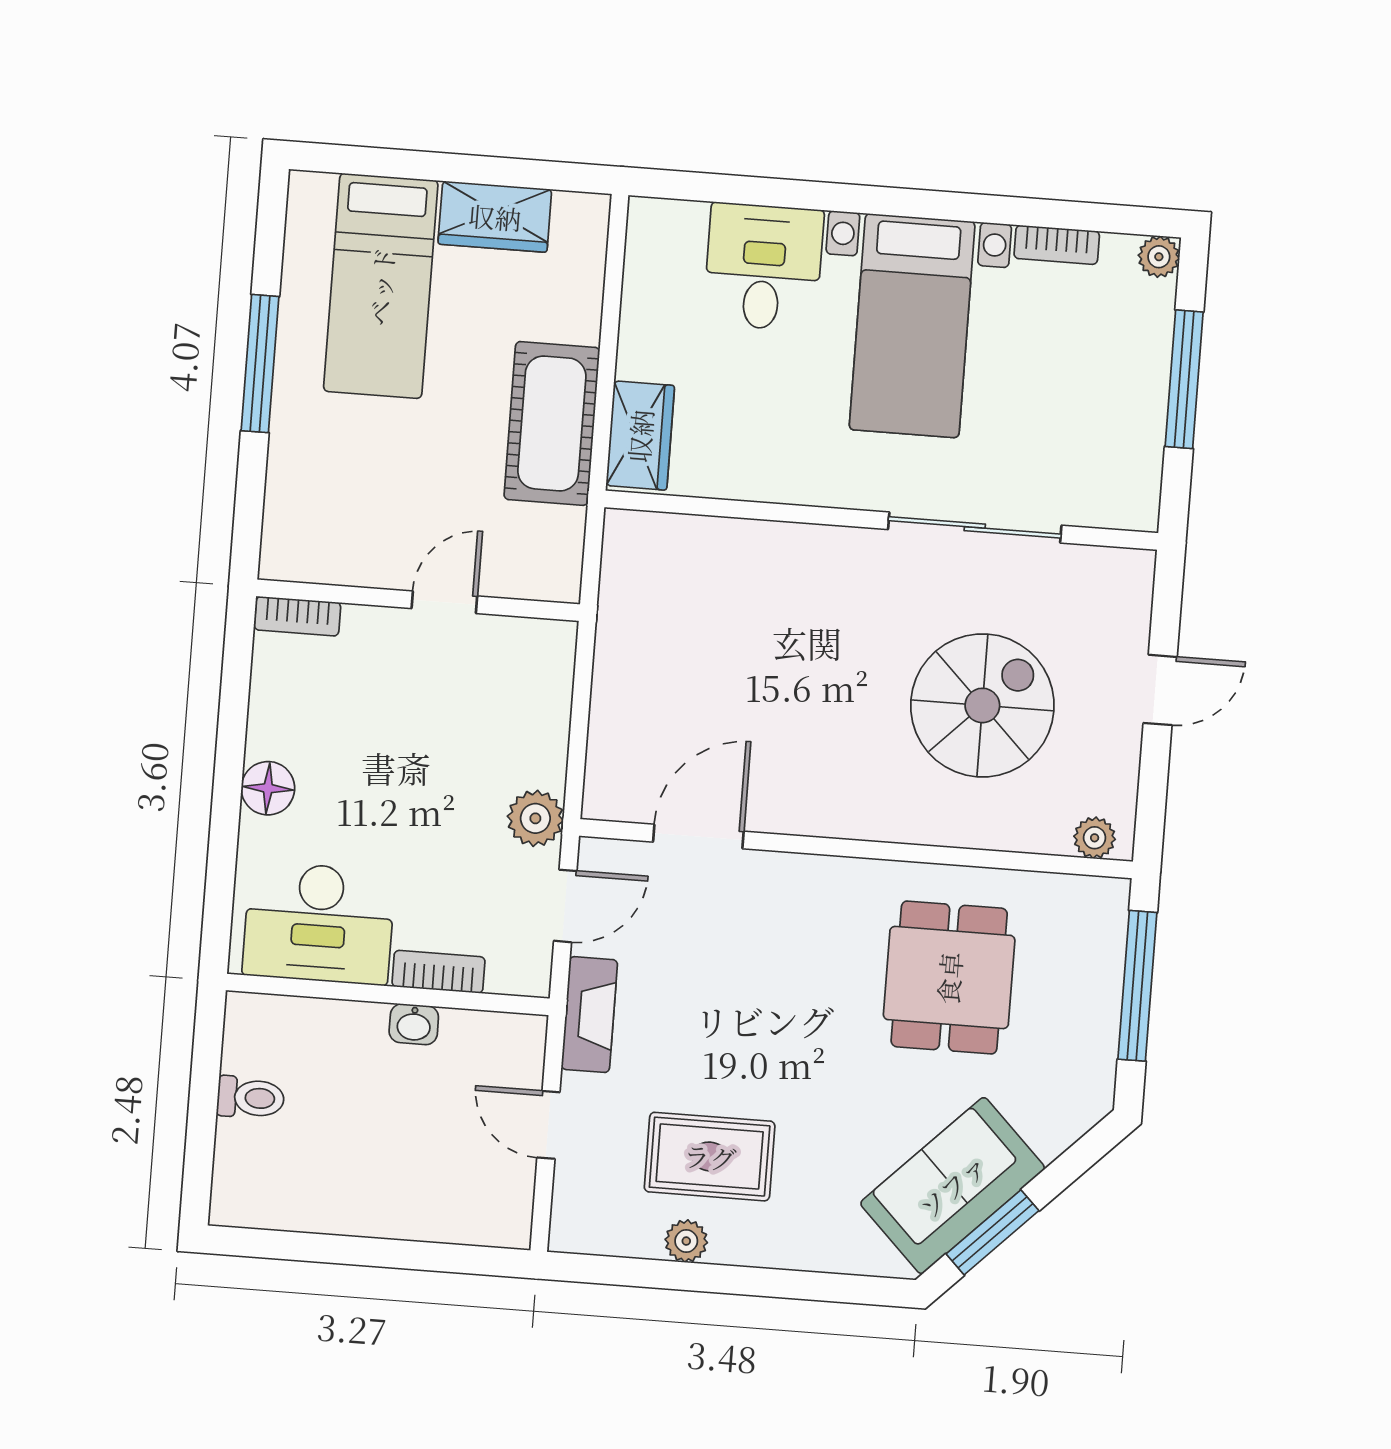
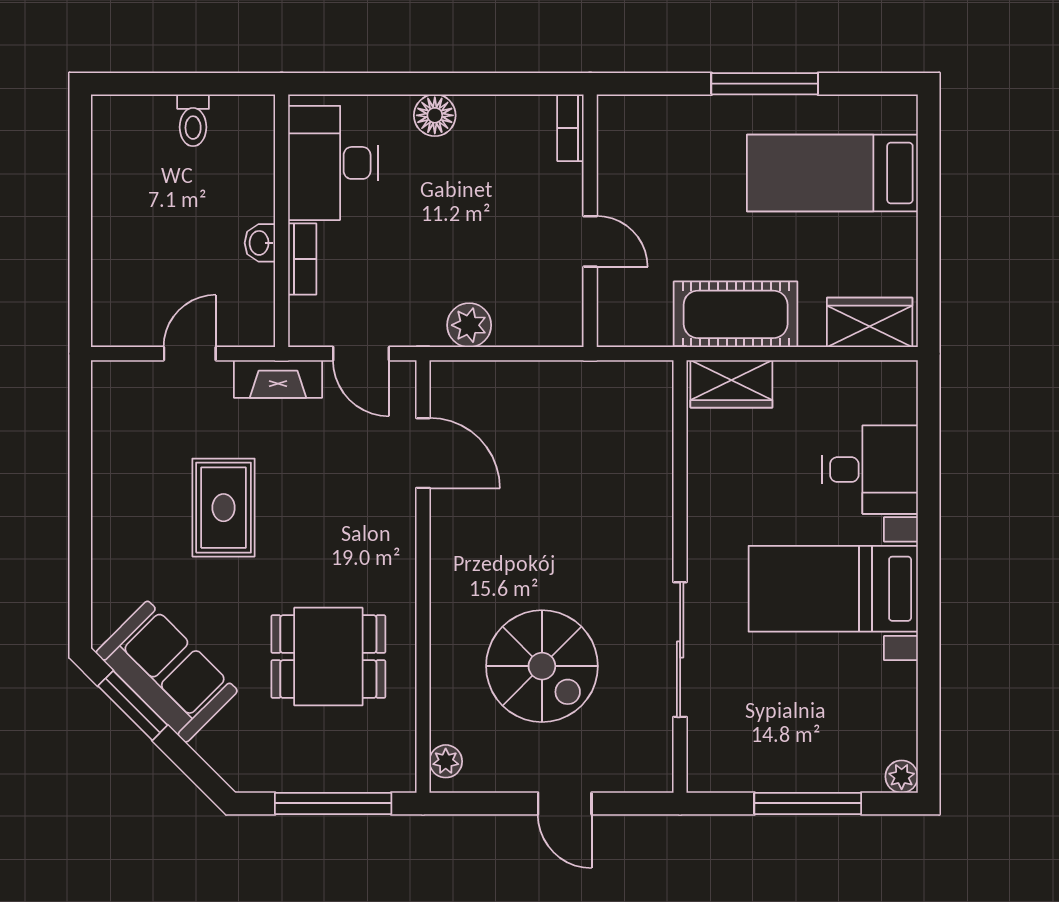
wardrobe: (495, 217) -> (870, 322), moved, turned 90
bookcase: (1057, 245) -> (905, 696), removed
plant: (535, 818) -> (469, 325), moved
rug: (710, 1157) -> (224, 508), moved
plant: (686, 1241) -> (108, 468), removed

